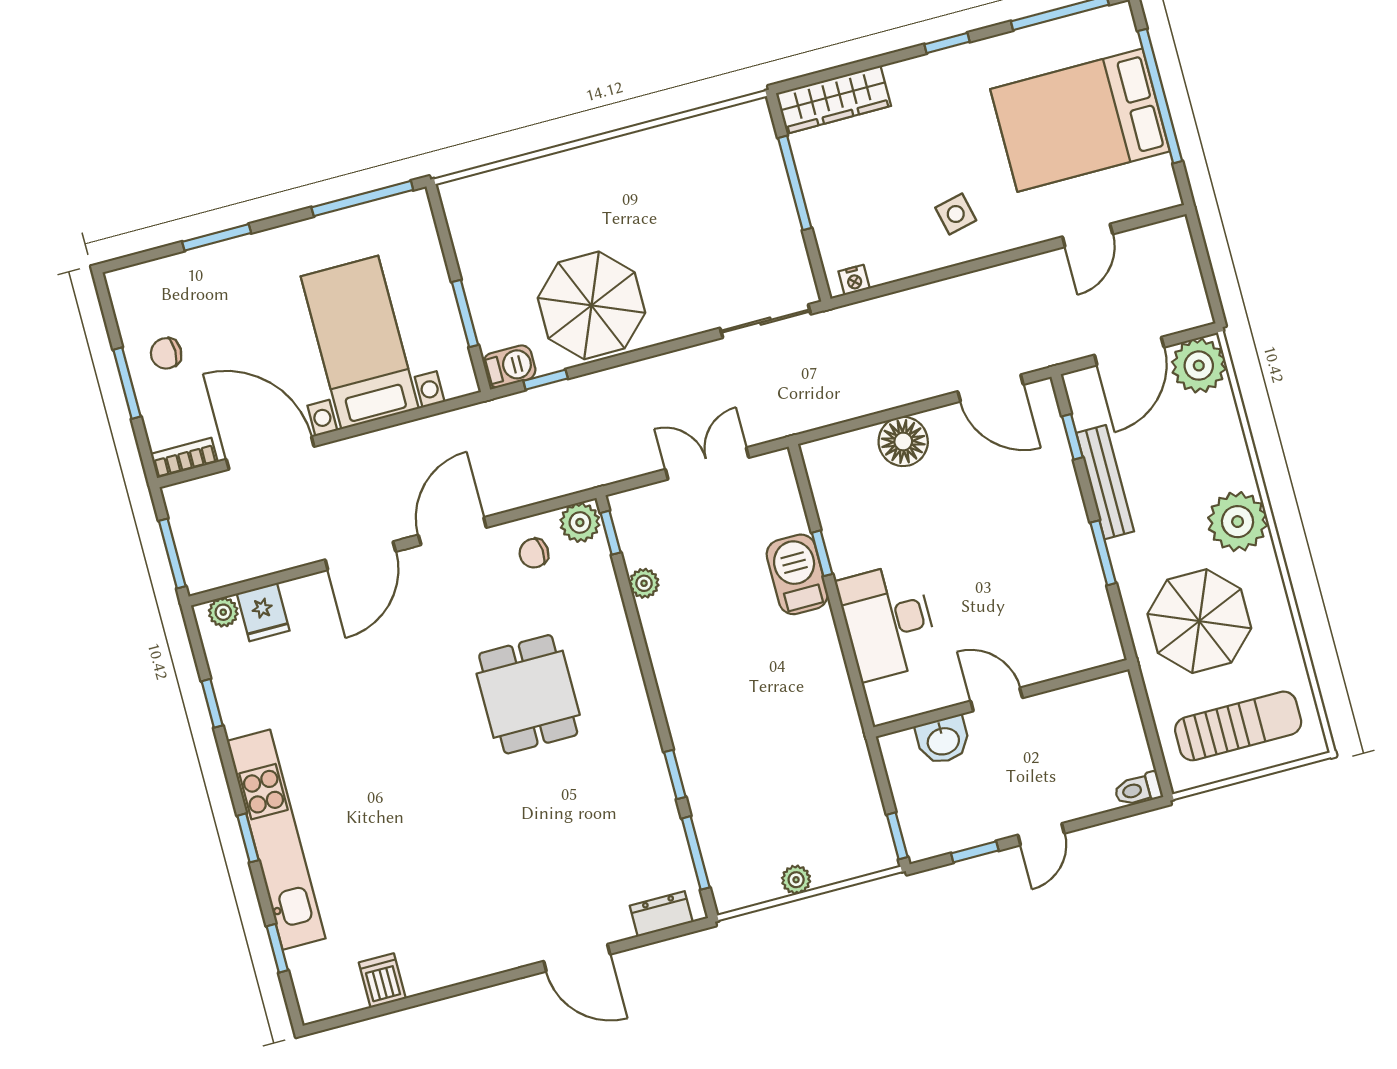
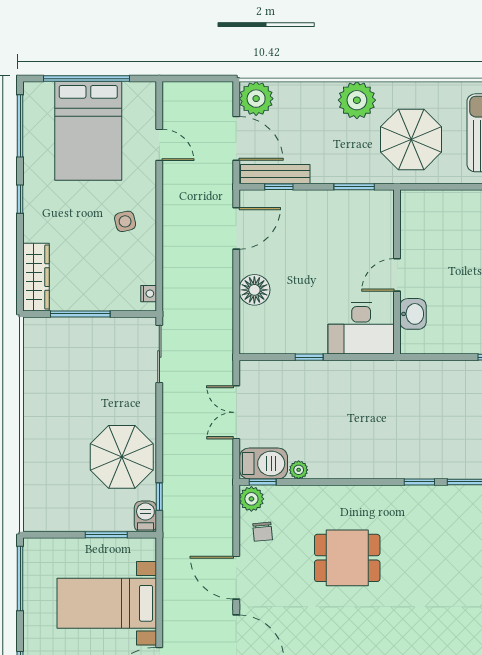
bench: (1105, 482) -> (275, 174), moved
barbecue: (797, 574) -> (264, 464), moved, turned 180
wall: (1001, 698) -> (397, 272), moved
door: (997, 699) -> (397, 275), moved
washbasin: (943, 740) -> (413, 314), moved

